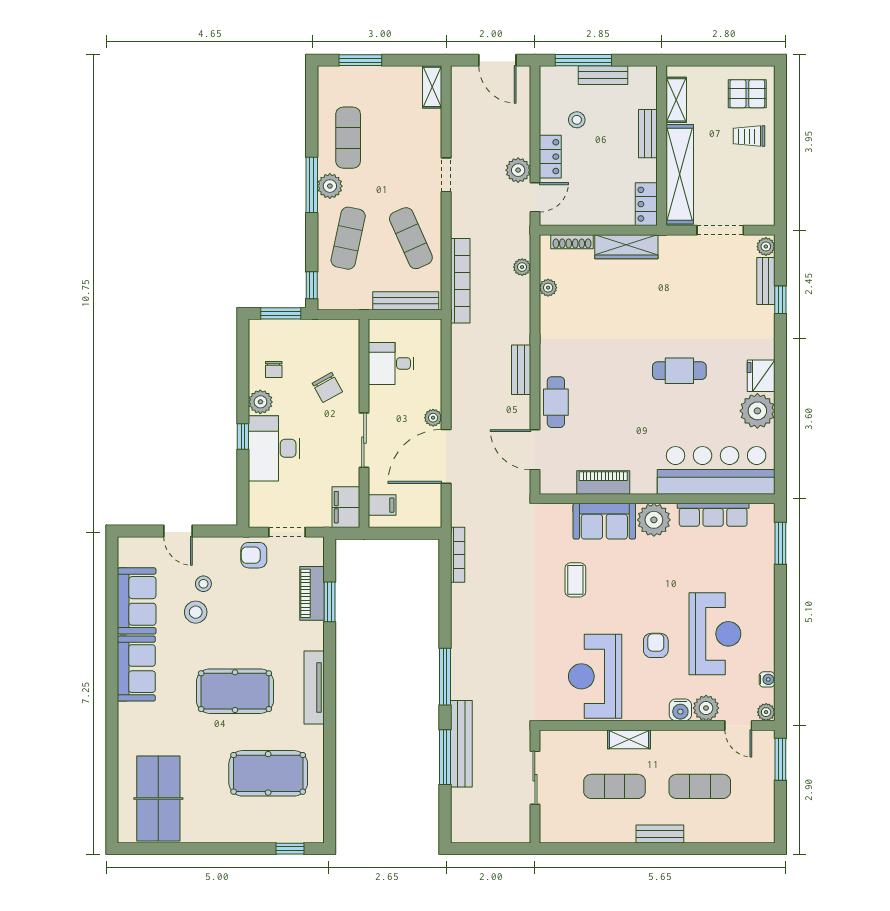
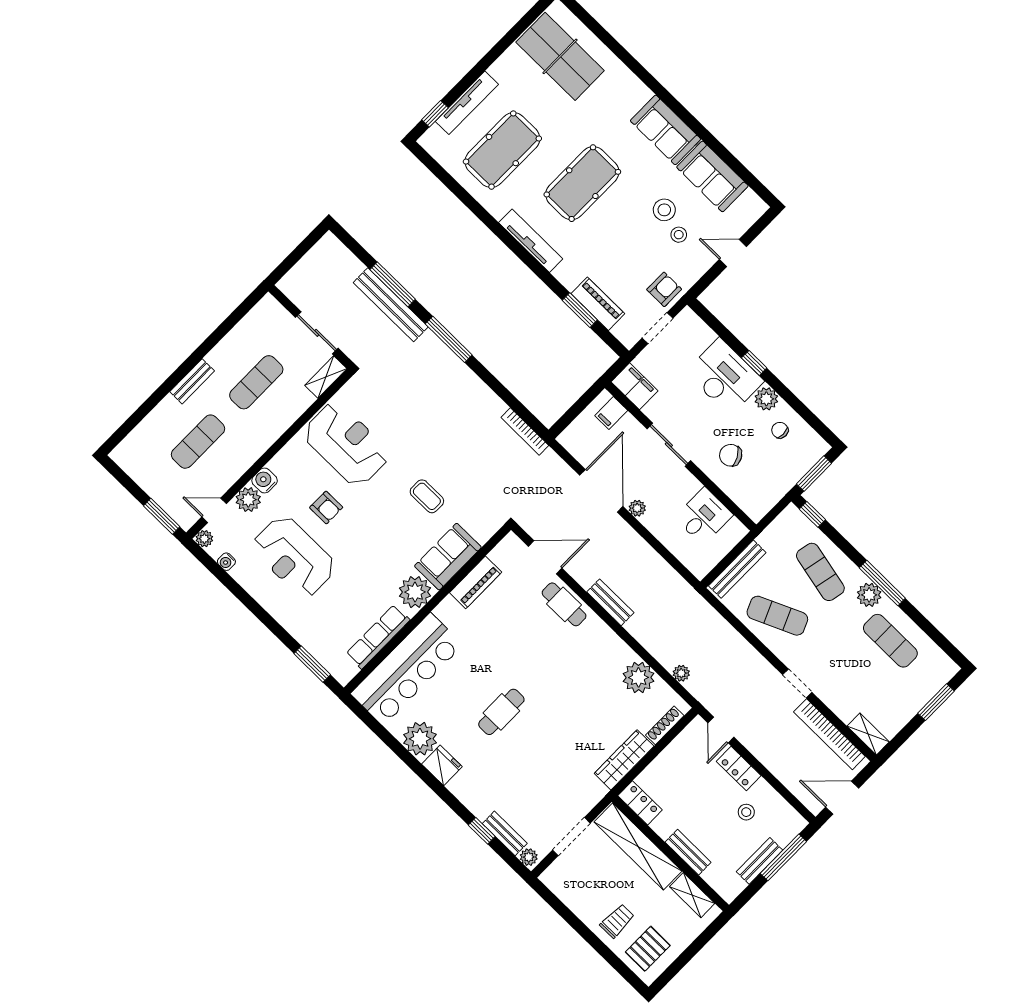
plant: (518, 170) -> (751, 737), removed
bookcase: (460, 281) -> (829, 734), moved
plant: (548, 288) -> (639, 677), width x1.87, depth x1.87
shelving: (629, 739) -> (326, 377), moved
tv unit: (259, 833) -> (467, 103), added

